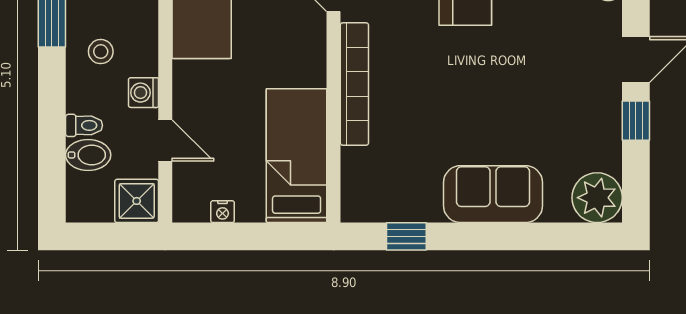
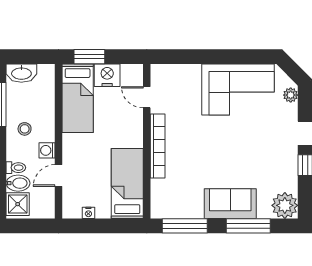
door: (165, 141) -> (58, 176), swing flipped
shower: (137, 201) -> (18, 204), moved
window: (406, 236) -> (185, 226), width x2.17
window: (527, 236) -> (248, 226), added

